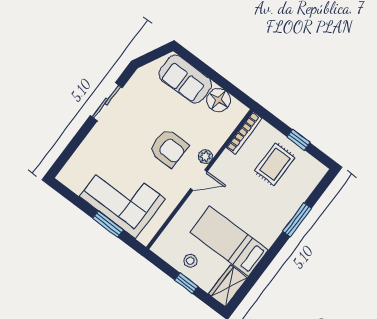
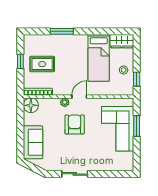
floor lamp: (219, 100) -> (31, 105), moved
door: (199, 180) -> (79, 97), hinge flipped
window: (186, 283) -> (137, 79), moved

